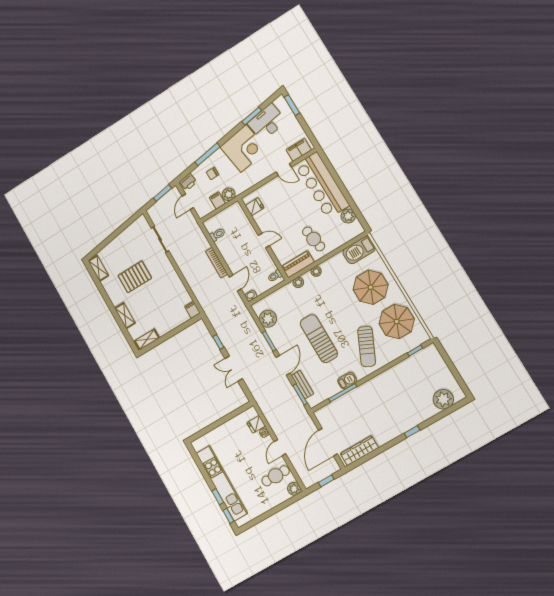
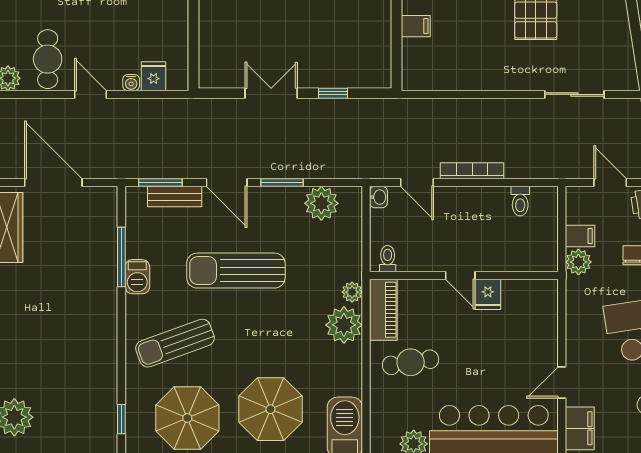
fridge: (255, 207) -> (488, 294), moved
door: (264, 241) -> (460, 275), hinge flipped
plant: (316, 271) -> (344, 325), width x1.87, depth x1.87
filing cabinet: (192, 310) -> (416, 26), moved
sun lounger: (319, 339) -> (236, 271), turned 180
sun lounger: (367, 347) -> (175, 343), turned -45

